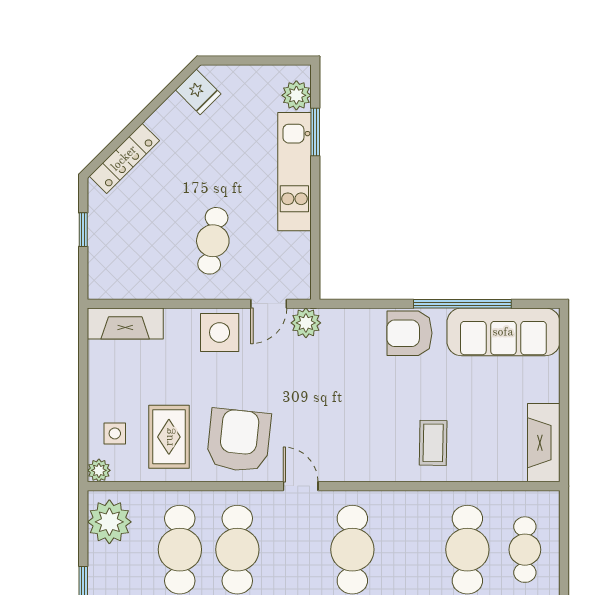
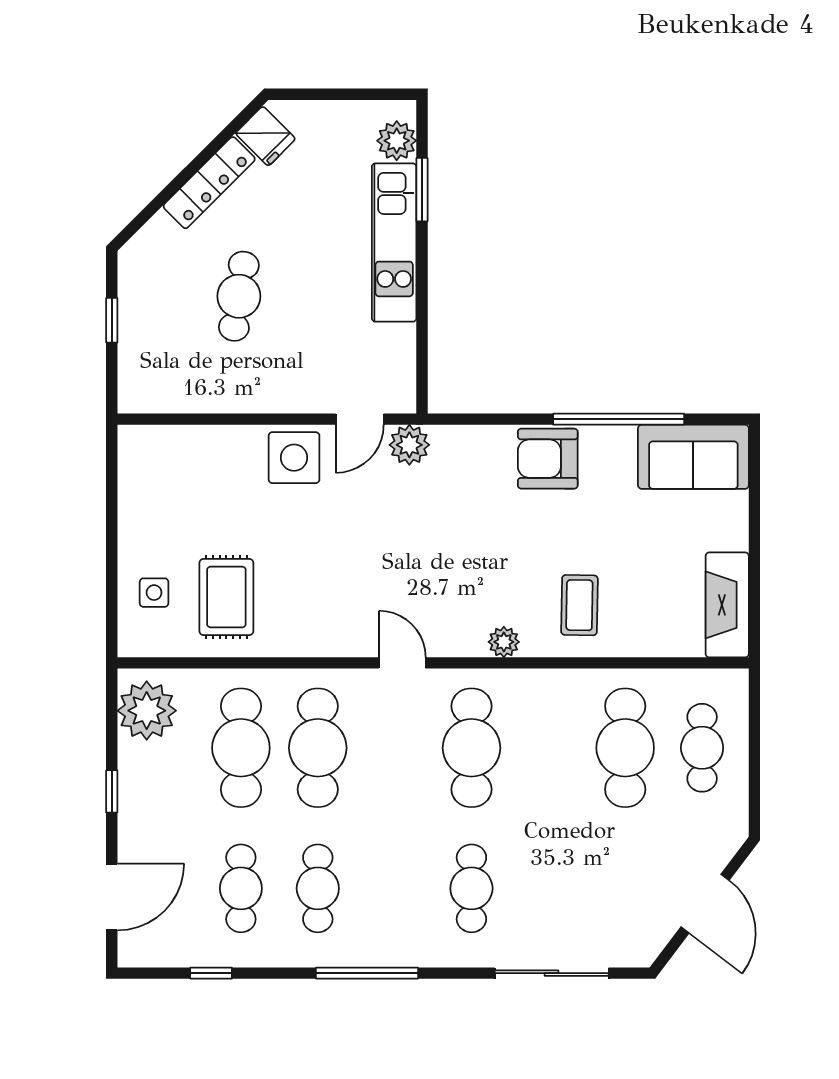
locker: (124, 158) -> (209, 183), moved
cafe table: (213, 241) -> (239, 296), moved
fireplace: (125, 323) -> (168, 446), removed
sofa: (503, 332) -> (693, 457), width x0.73
armchair: (239, 440) -> (320, 602), removed
plant: (99, 470) -> (504, 642), moved

